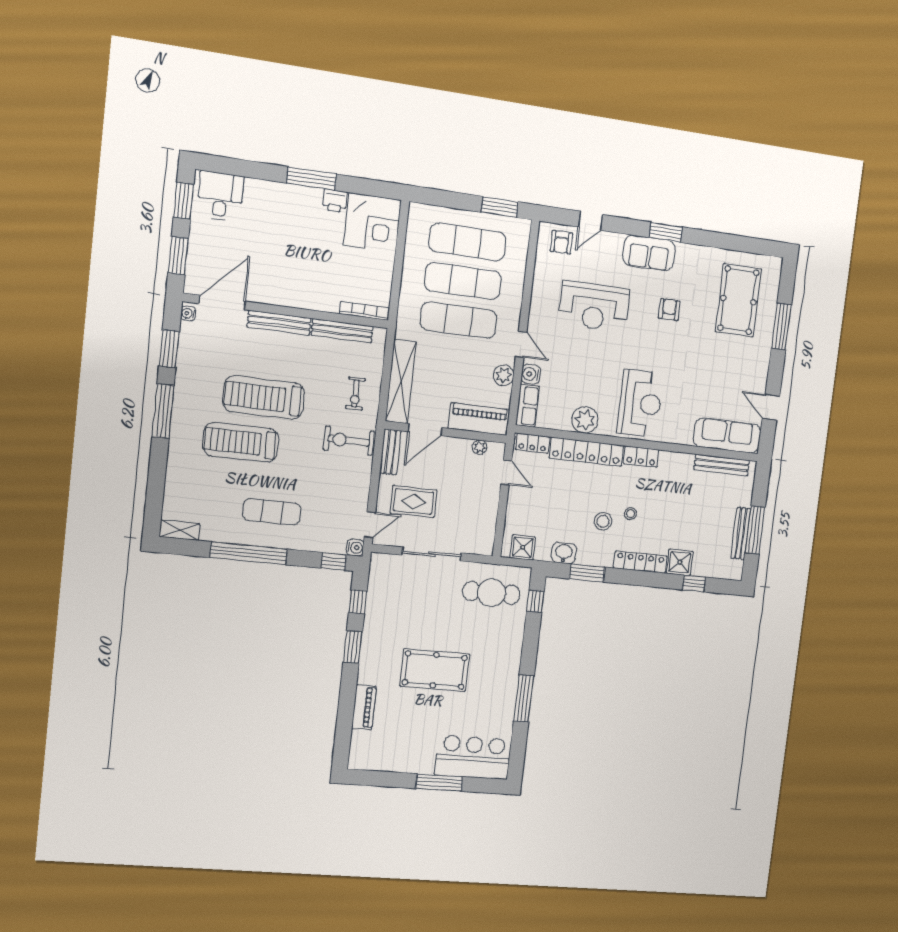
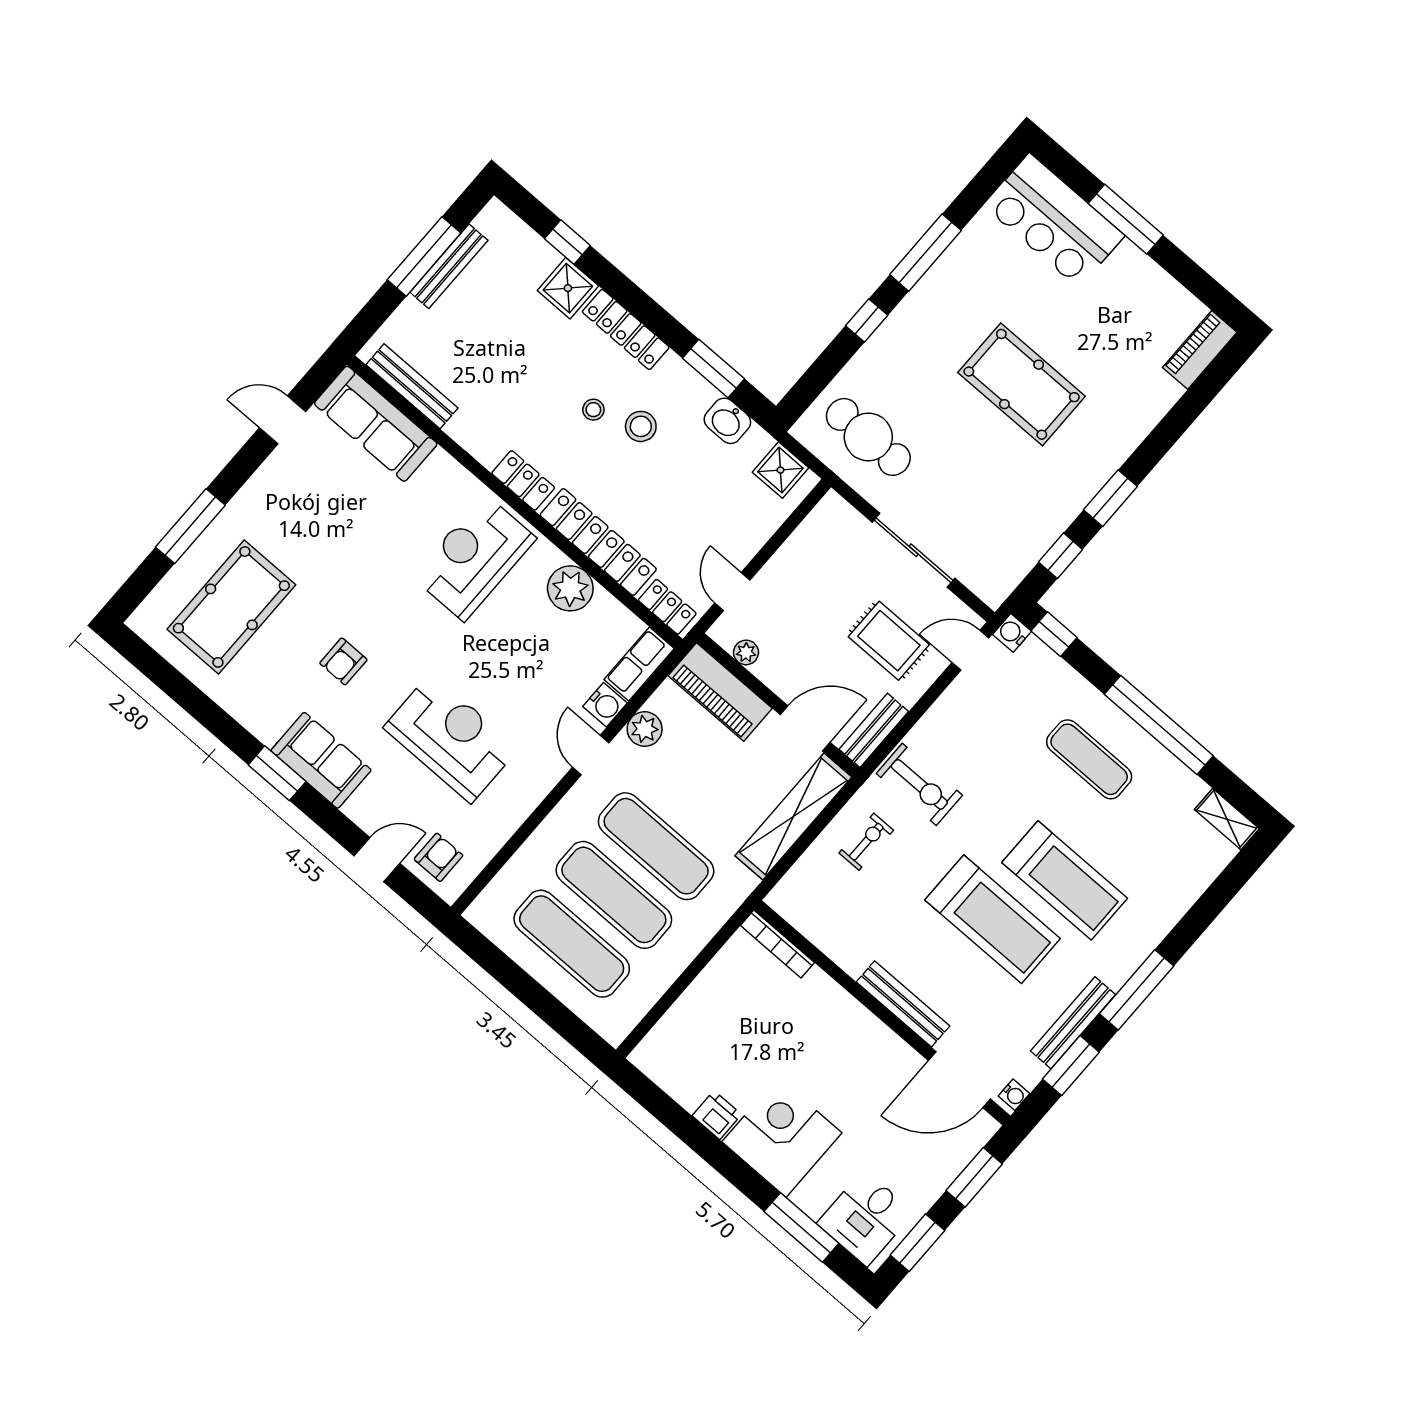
window: (311, 179) -> (801, 1227), moved
window: (500, 207) -> (494, 961), removed
corner desk: (372, 223) -> (782, 1137), moved
bench: (342, 331) -> (1073, 1023), moved, turned 90
door: (771, 407) -> (283, 420), swing flipped
window: (535, 601) -> (867, 321), moved
piano: (364, 707) -> (1200, 350), moved

